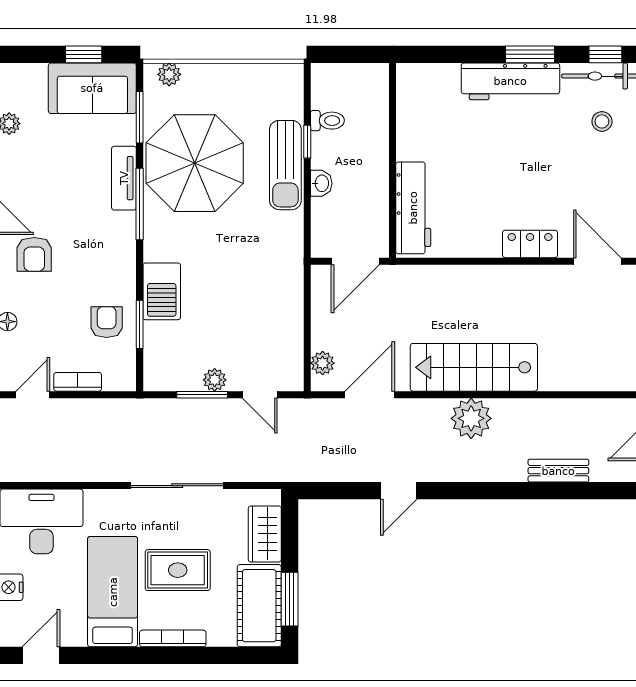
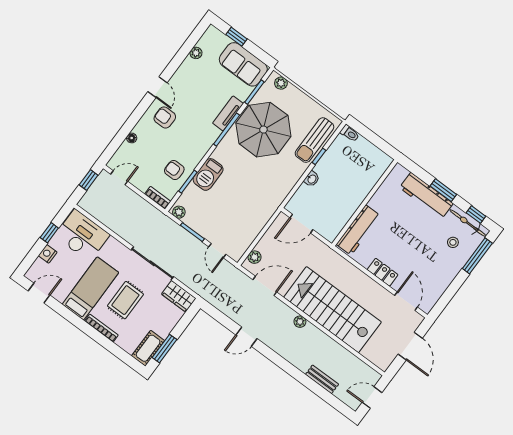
window: (84, 54) -> (236, 37), moved
toilet: (327, 121) -> (350, 133), moved
wall: (392, 160) -> (365, 203), moved
sun lounger: (285, 165) -> (314, 140), moved
workbench: (413, 208) -> (358, 230), moved
armchair: (34, 254) -> (165, 118), turned 90
armchair: (107, 322) -> (174, 170), turned -90
stairs: (474, 367) -> (332, 310), width x1.36, depth x1.51
plant: (215, 380) -> (179, 212), moved
bookcase: (78, 382) -> (158, 198), moved
plant: (471, 418) -> (300, 322), width x0.53, depth x0.53
wardrobe: (265, 534) -> (179, 296), moved, turned -90
rug: (178, 570) -> (125, 300), turned 90
cot: (259, 606) -> (148, 348), width x0.73, depth x0.75

